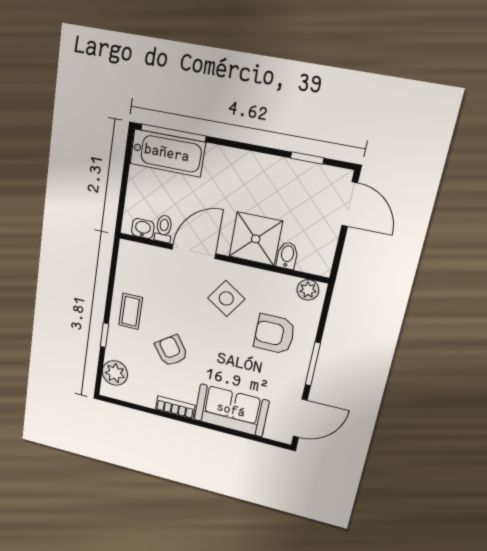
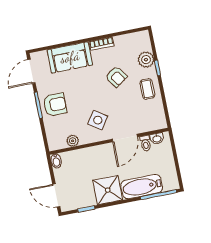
bathtub: (167, 153) -> (142, 187), moved
shower: (256, 239) -> (108, 190), moved
bidet: (287, 255) -> (56, 161), moved
plant: (308, 290) -> (73, 141), moved
armchair: (274, 334) -> (55, 105), moved
plant: (115, 373) -> (146, 60), moved

